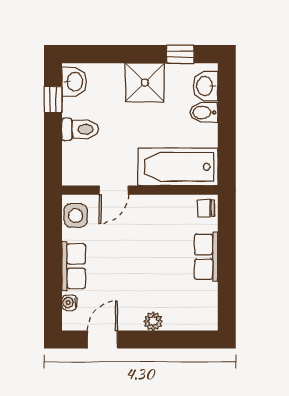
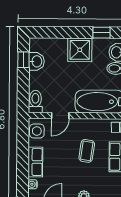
washbasin: (74, 82) -> (36, 61), moved
toilet: (80, 129) -> (35, 101), moved, turned -90
coffee table: (157, 247) -> (87, 151), added

